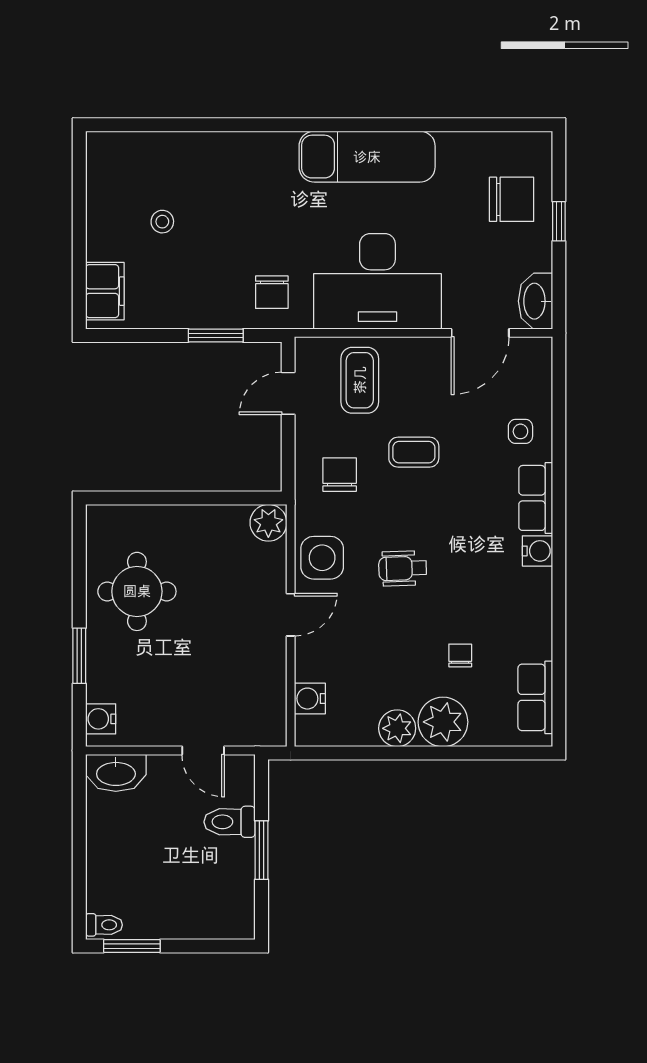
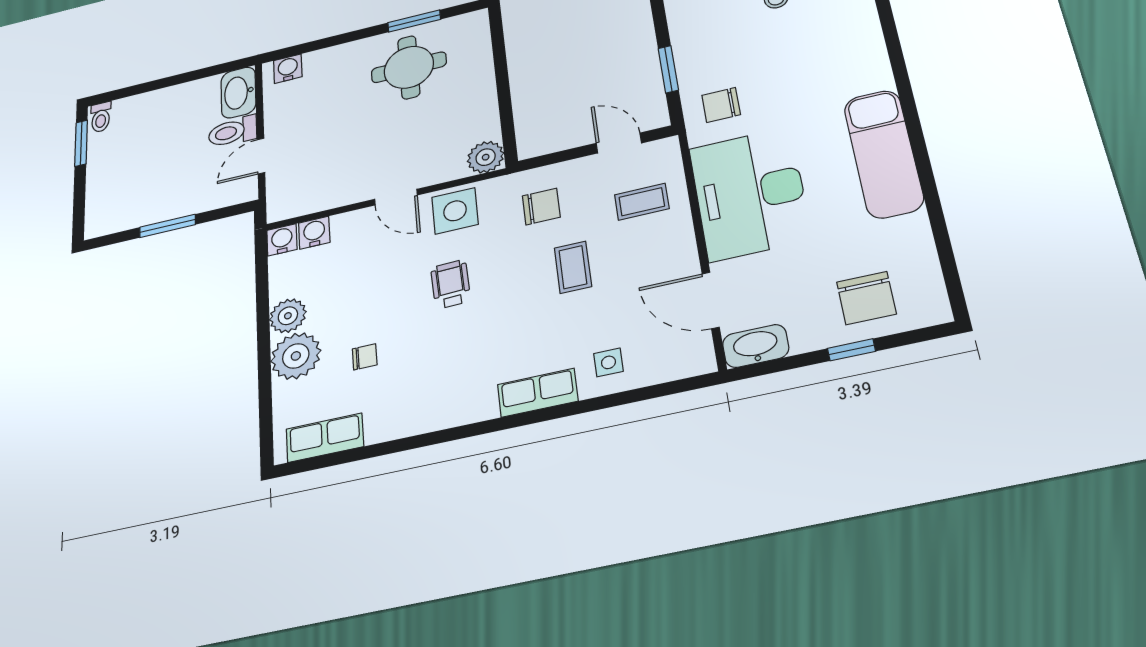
coffee table: (360, 380) -> (642, 202), width x0.73, depth x0.77
water cooler: (537, 551) -> (282, 240), moved, turned 180
window: (79, 656) -> (414, 21), moved
toilet: (230, 822) -> (233, 132), moved, turned -90

